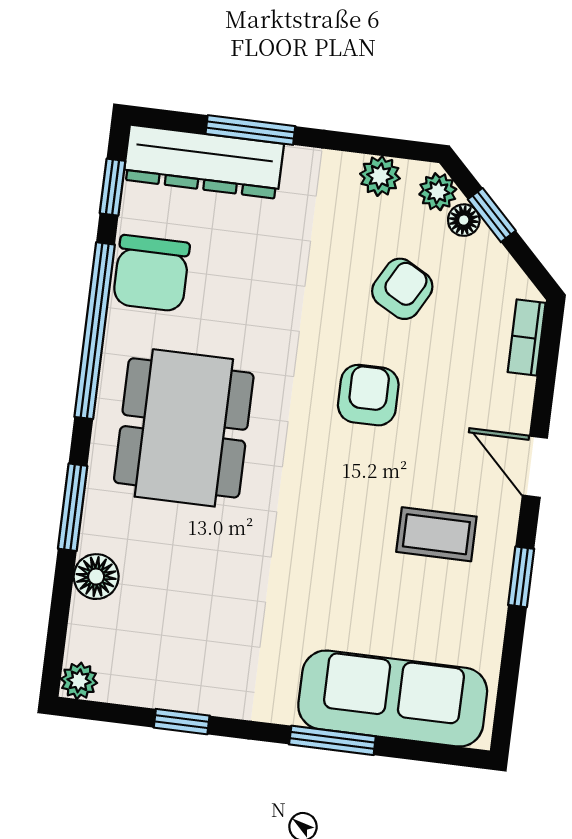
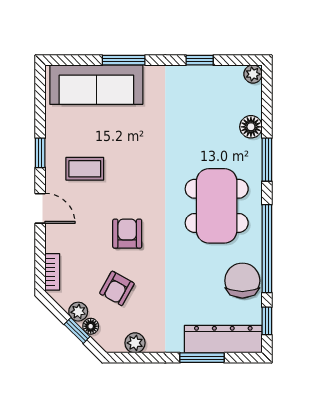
plant: (438, 192) -> (78, 312), moved
armchair: (368, 395) -> (127, 234), turned 180

